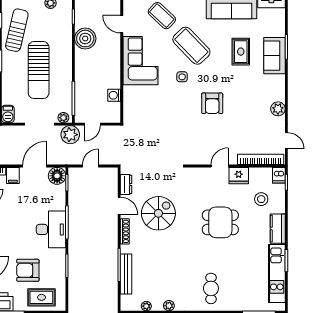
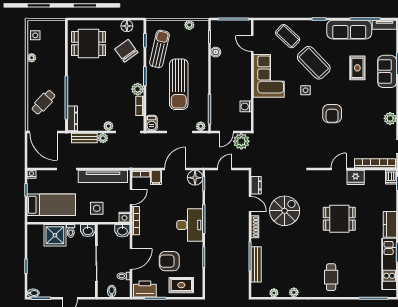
boiler: (85, 39) -> (216, 52), width x0.54, depth x0.54
plant: (70, 135) -> (241, 141), moved
stool: (261, 199) -> (375, 198), removed

